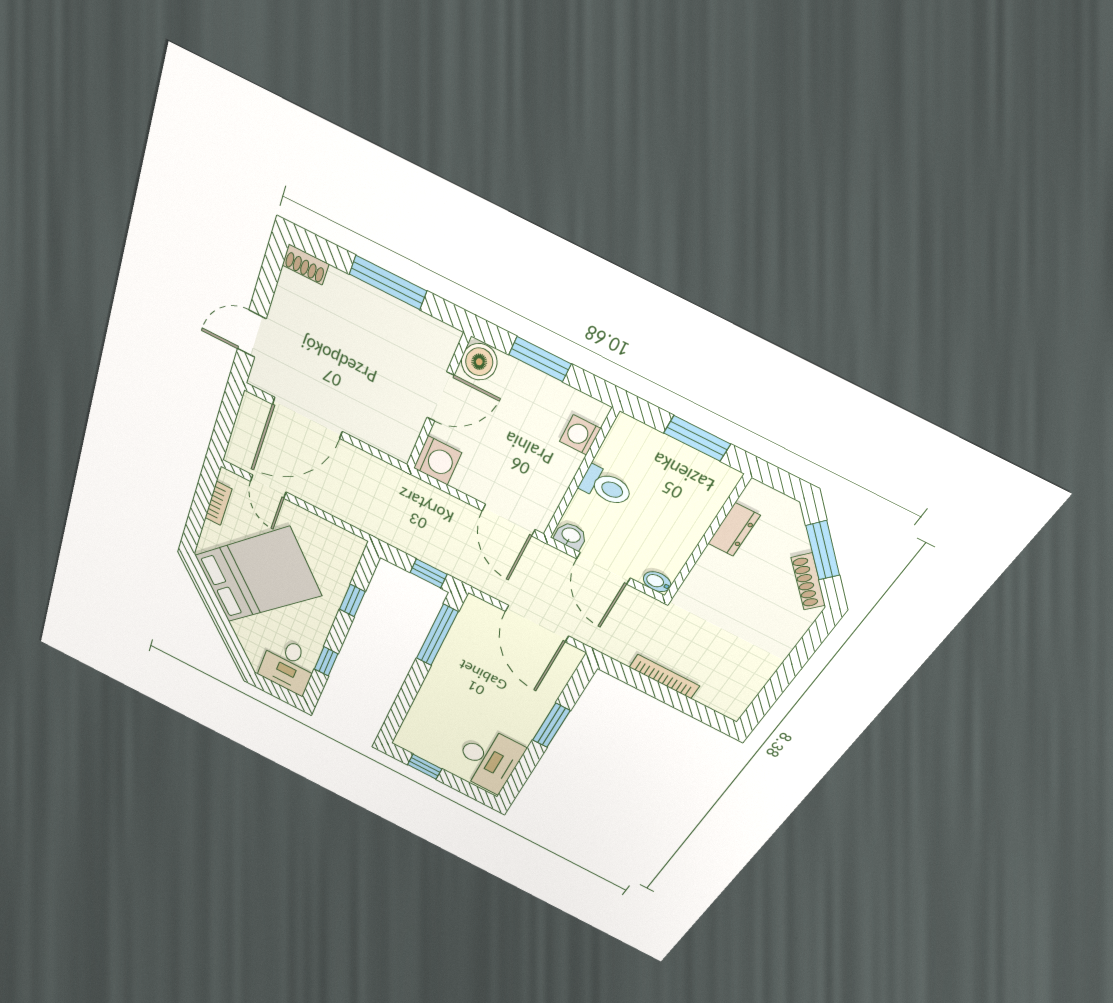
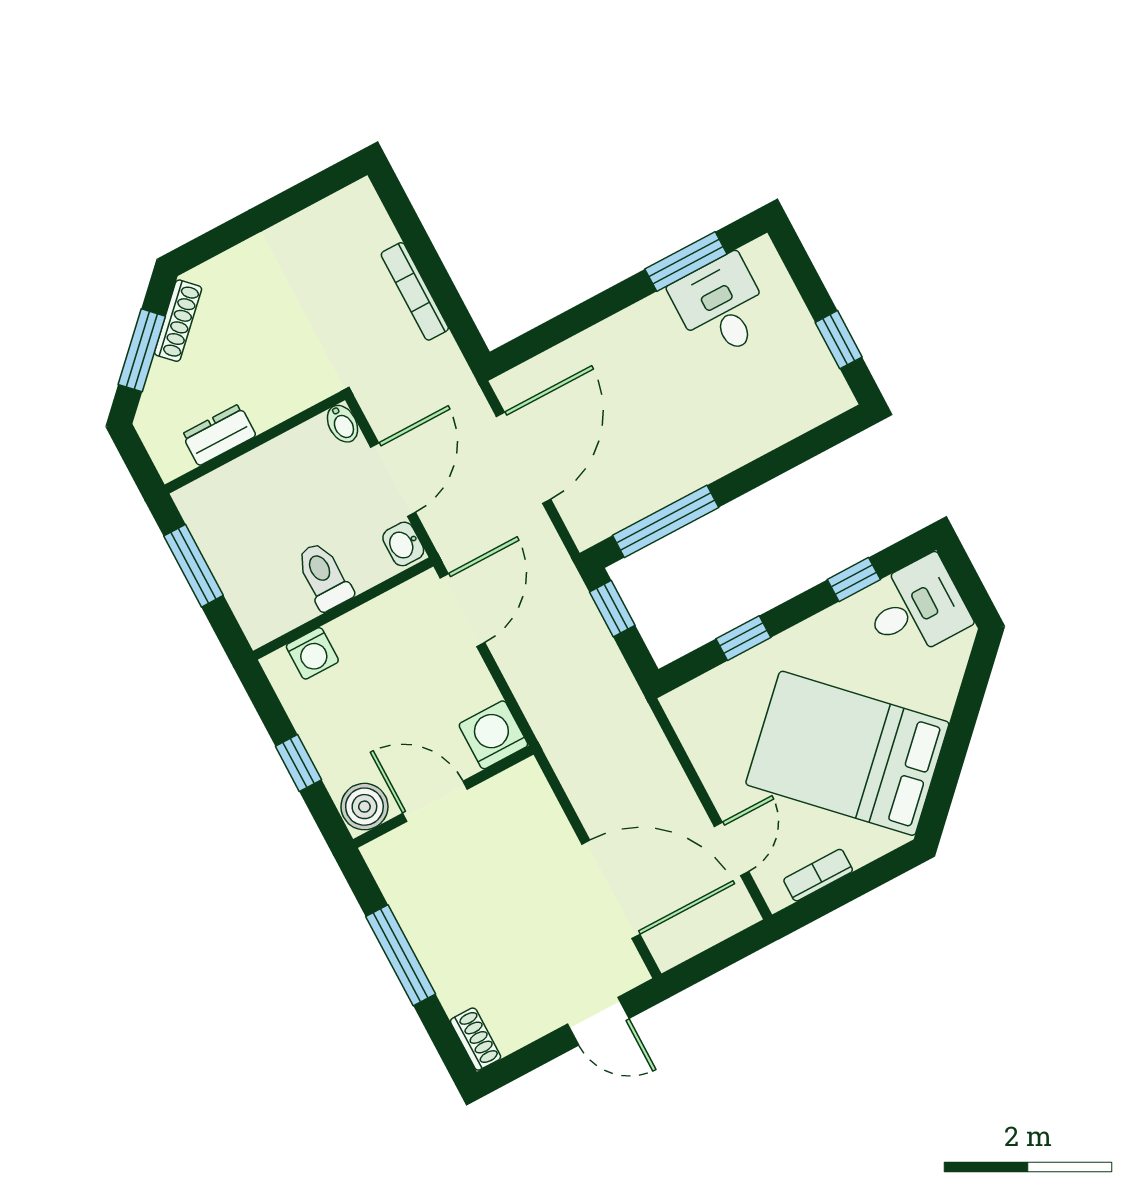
window: (540, 359) -> (298, 763), width x0.67
window: (551, 725) -> (686, 261), moved
desk: (488, 760) -> (721, 307), width x0.73

